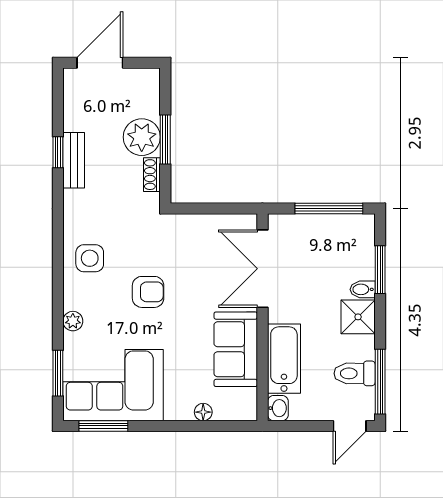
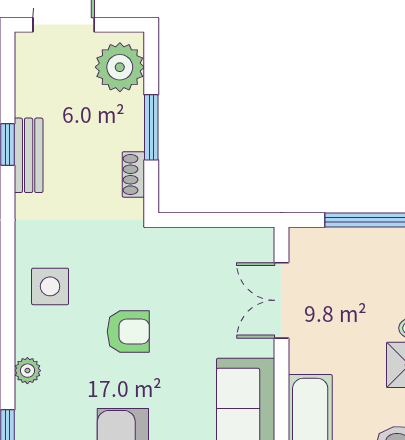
plant: (142, 137) -> (120, 67), moved
double door: (262, 269) -> (281, 300), width x0.73

